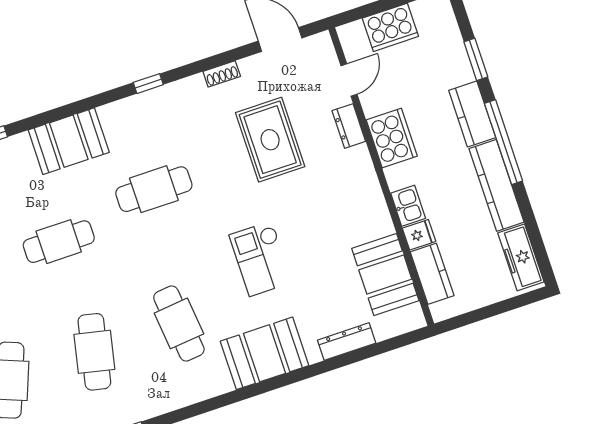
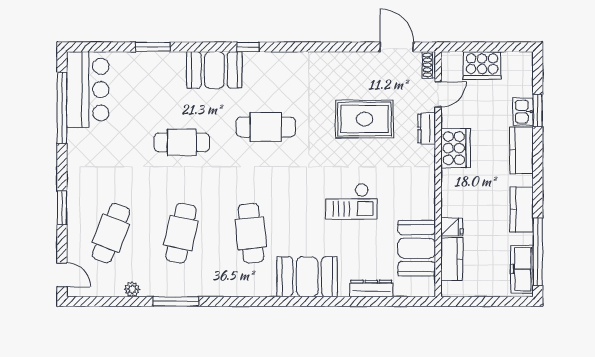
shoe rack: (222, 74) -> (429, 65), moved, turned 90
window: (148, 84) -> (248, 47), moved
rug: (270, 140) -> (365, 119), turned 90
window: (504, 142) -> (538, 252), moved
kitchen counter: (496, 185) -> (522, 209), width x0.67
kitchen sink: (408, 206) -> (523, 112), moved, turned 180
checkout: (261, 259) -> (351, 201), moved, turned -90

